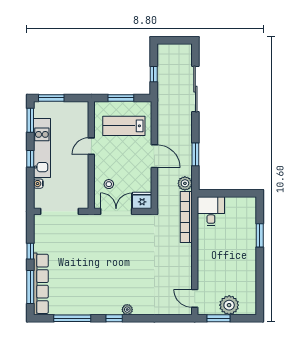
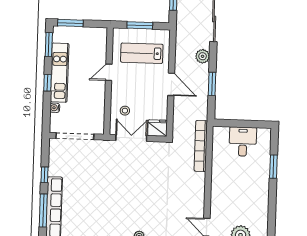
plant: (185, 183) -> (203, 56), moved
desk: (211, 211) -> (243, 142), moved

